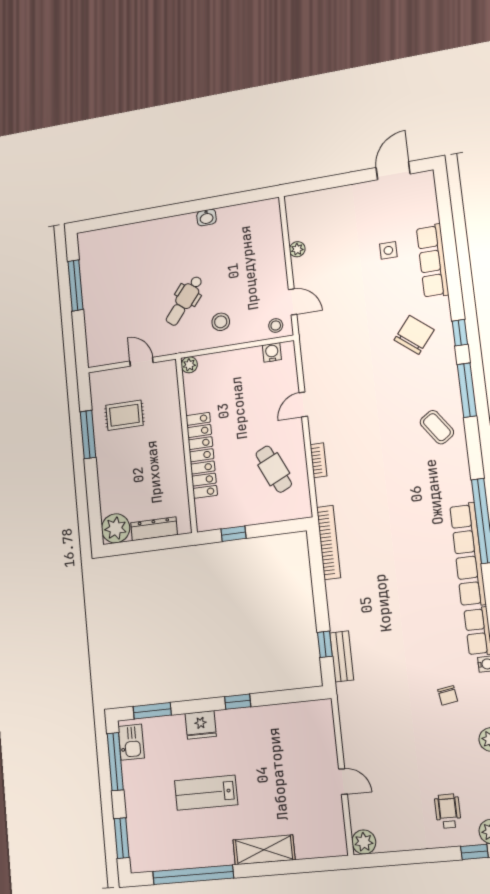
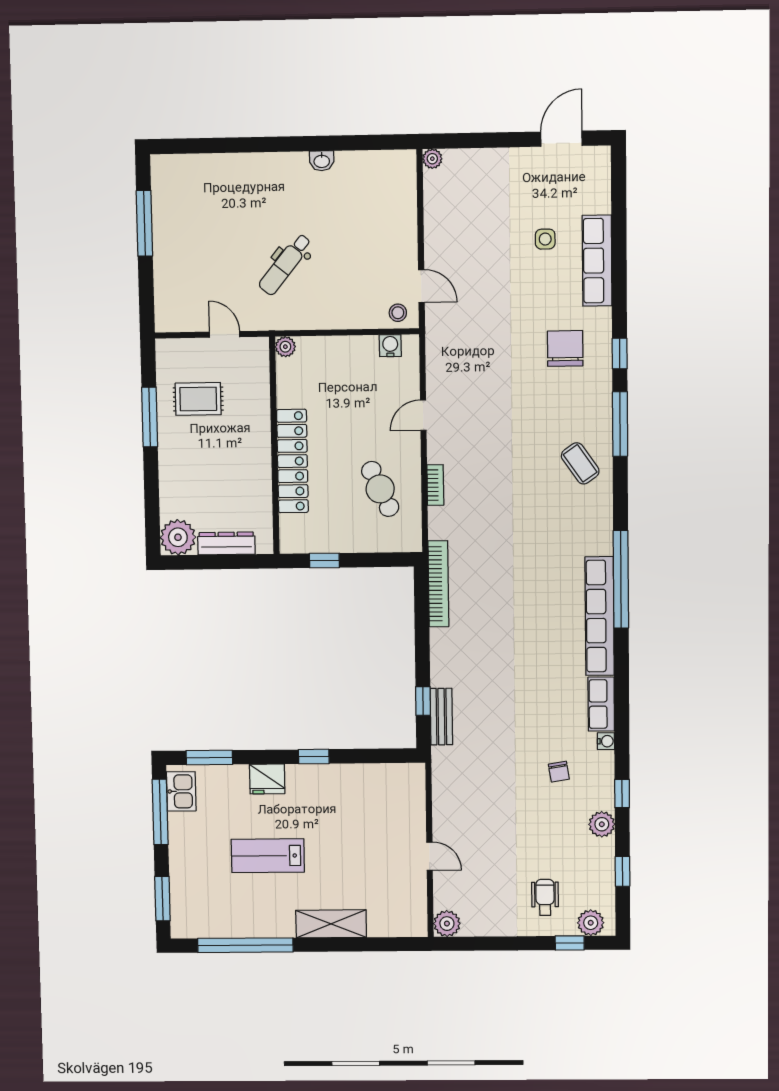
plant: (297, 249) -> (432, 159), moved
stool: (221, 322) -> (329, 298), removed
chair: (414, 335) -> (565, 348), turned -39

